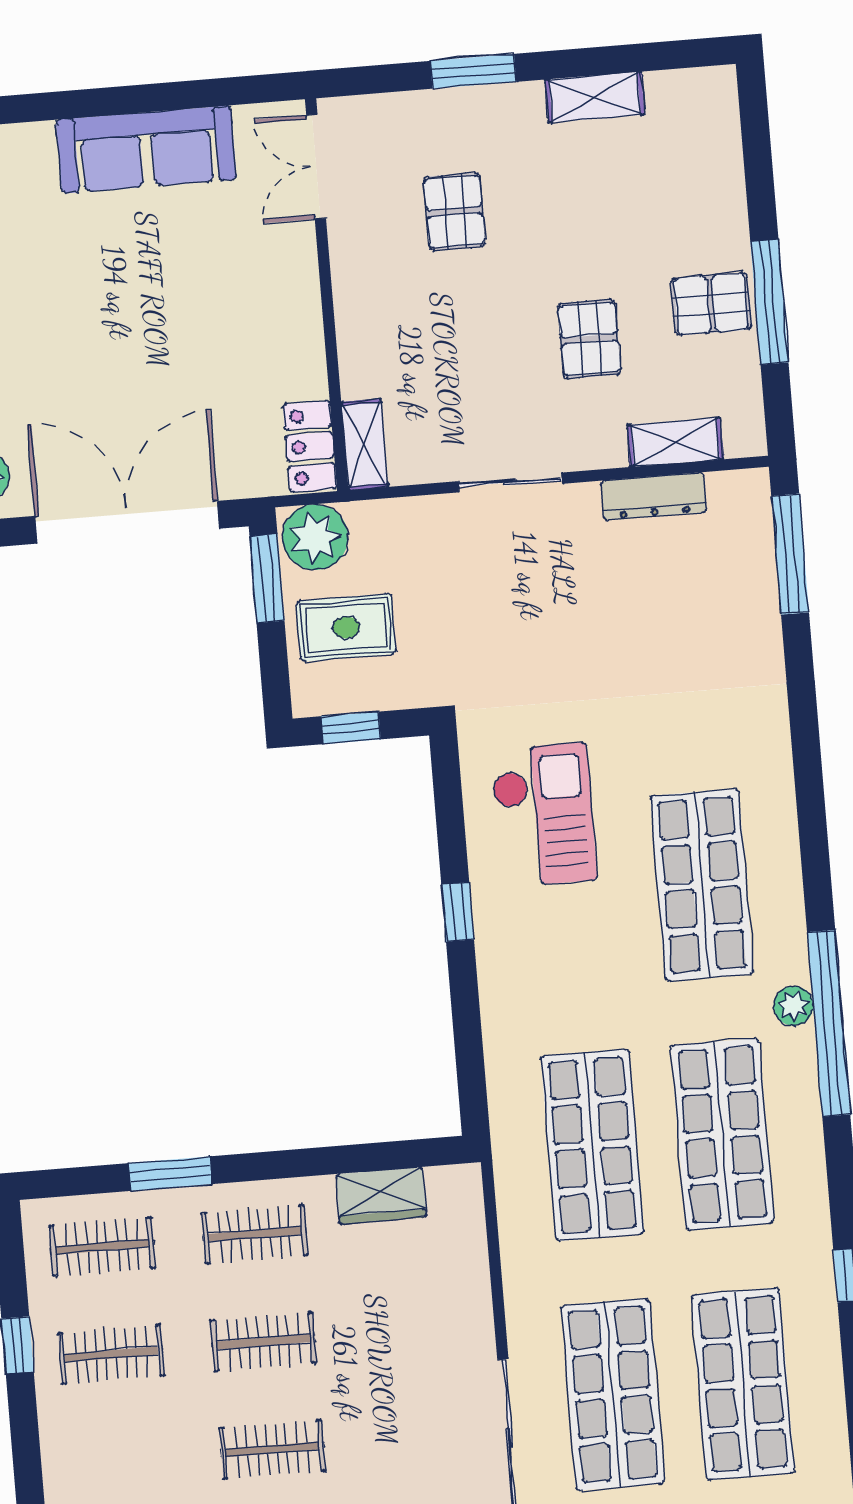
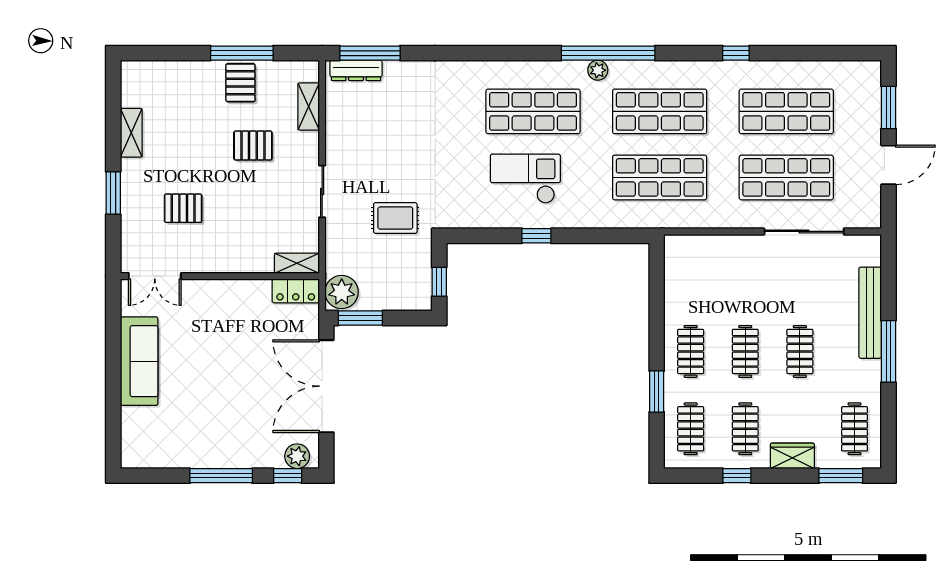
dresser: (654, 496) -> (356, 70), moved, turned 90
rug: (346, 627) -> (395, 218), moved, turned 90
checkout: (544, 815) -> (525, 179), moved
wardrobe: (381, 1195) -> (792, 456), moved, turned -90

